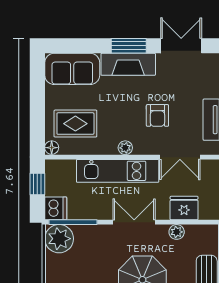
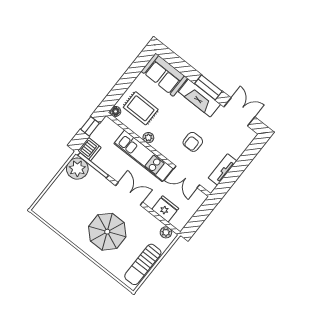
plant: (125, 148) -> (148, 138), moved
plant: (177, 232) -> (166, 232), moved

